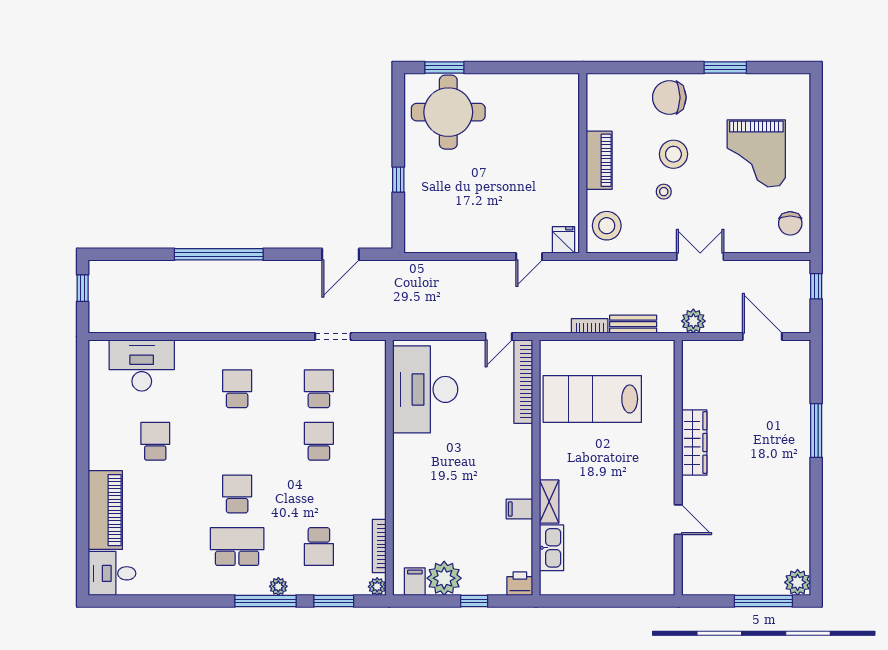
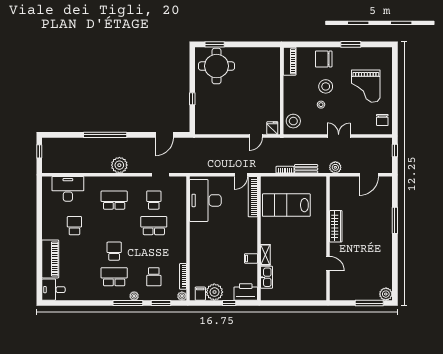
piano: (599, 160) -> (290, 61), moved
plant: (248, 316) -> (119, 165), added
door: (762, 336) -> (369, 175), swing flipped
school desk: (237, 389) -> (114, 200), width x1.85
school desk: (319, 441) -> (154, 226), width x1.85
printer: (520, 584) -> (246, 292), width x1.87, depth x1.48

